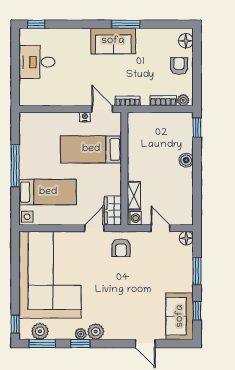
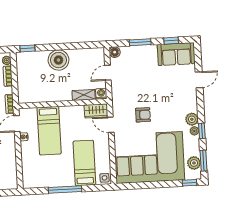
boiler: (186, 160) -> (58, 60), width x1.86, depth x1.86
armchair: (121, 248) -> (143, 115), moved

